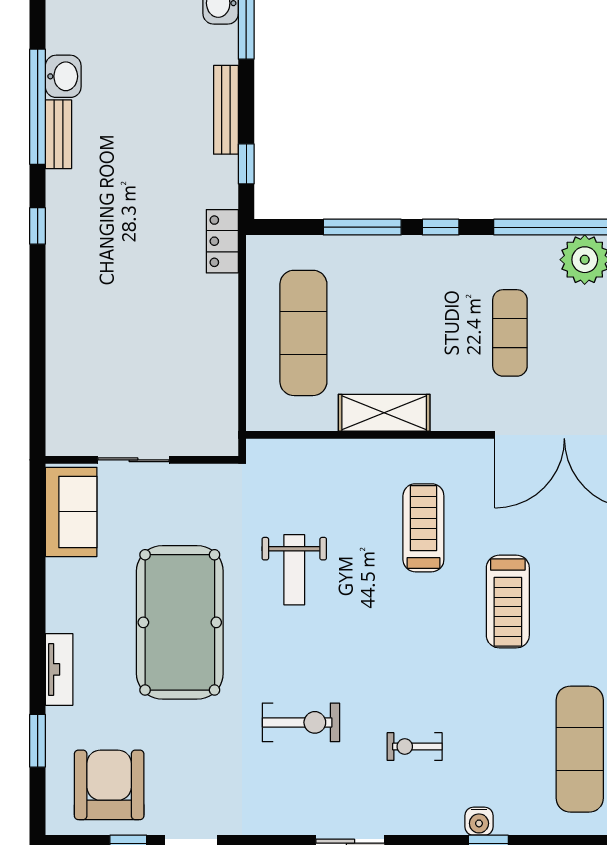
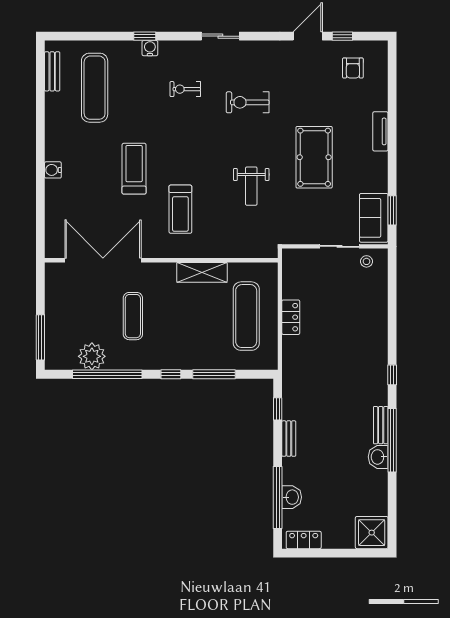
bench: (226, 110) -> (289, 439), width x0.73
locker: (222, 241) -> (291, 317), moved
stool: (84, 433) -> (366, 261), added
weight bench: (294, 570) -> (251, 186), turned 180
pool table: (180, 622) -> (314, 157), width x0.73, depth x0.76
window: (38, 741) -> (392, 210), moved
exercise bike: (415, 747) -> (185, 89), turned 180
armchair: (109, 785) -> (353, 68), width x0.53, depth x0.53

